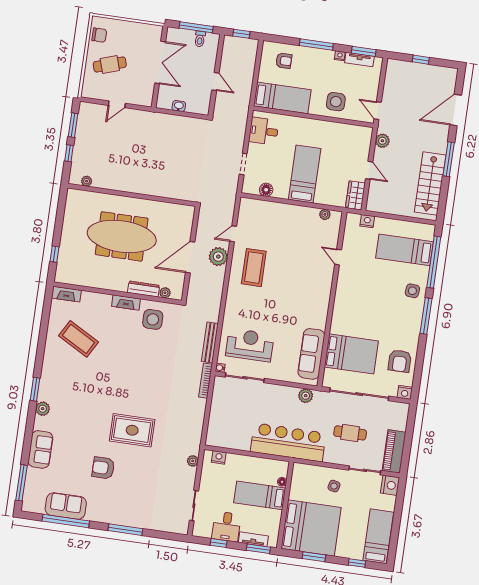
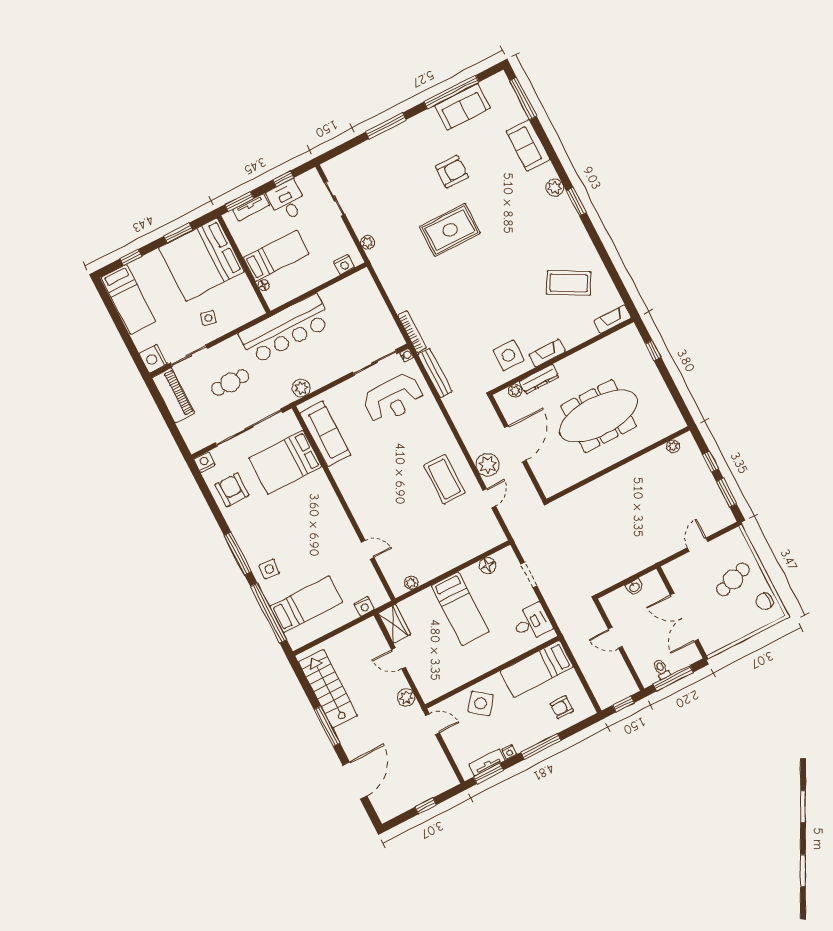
side table: (336, 102) -> (481, 703), turned 38

